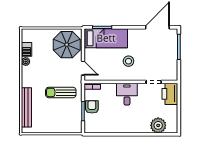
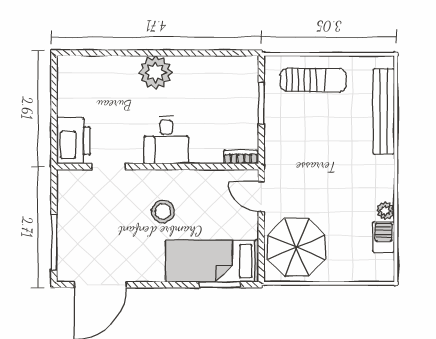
sun lounger: (61, 92) -> (313, 80), moved
armchair: (92, 107) -> (242, 112), removed
plant: (158, 125) -> (156, 72), moved

